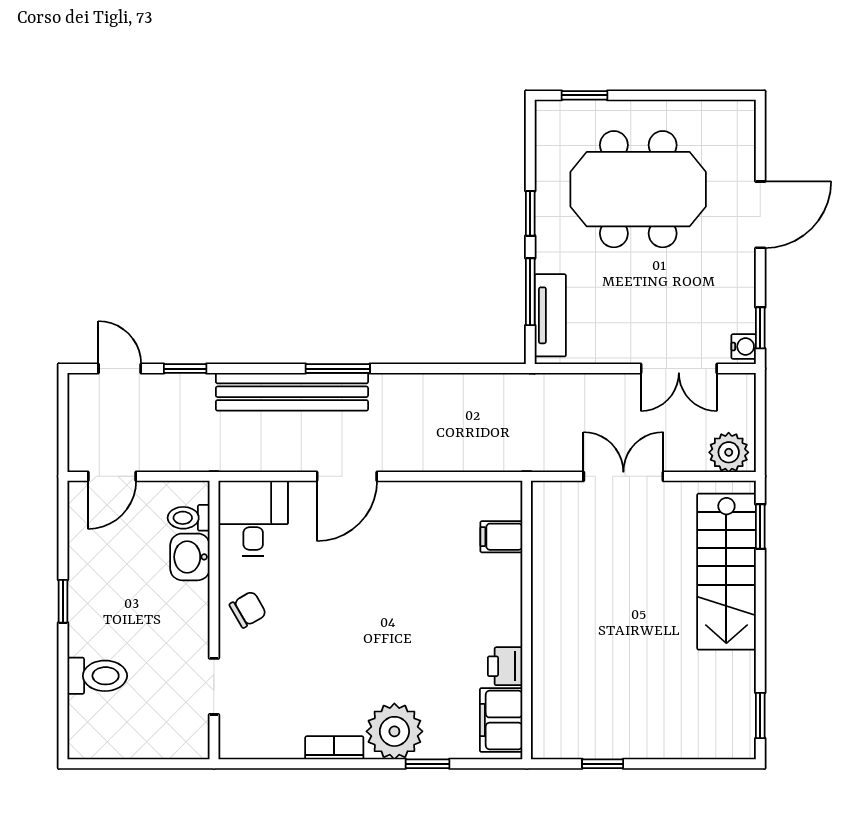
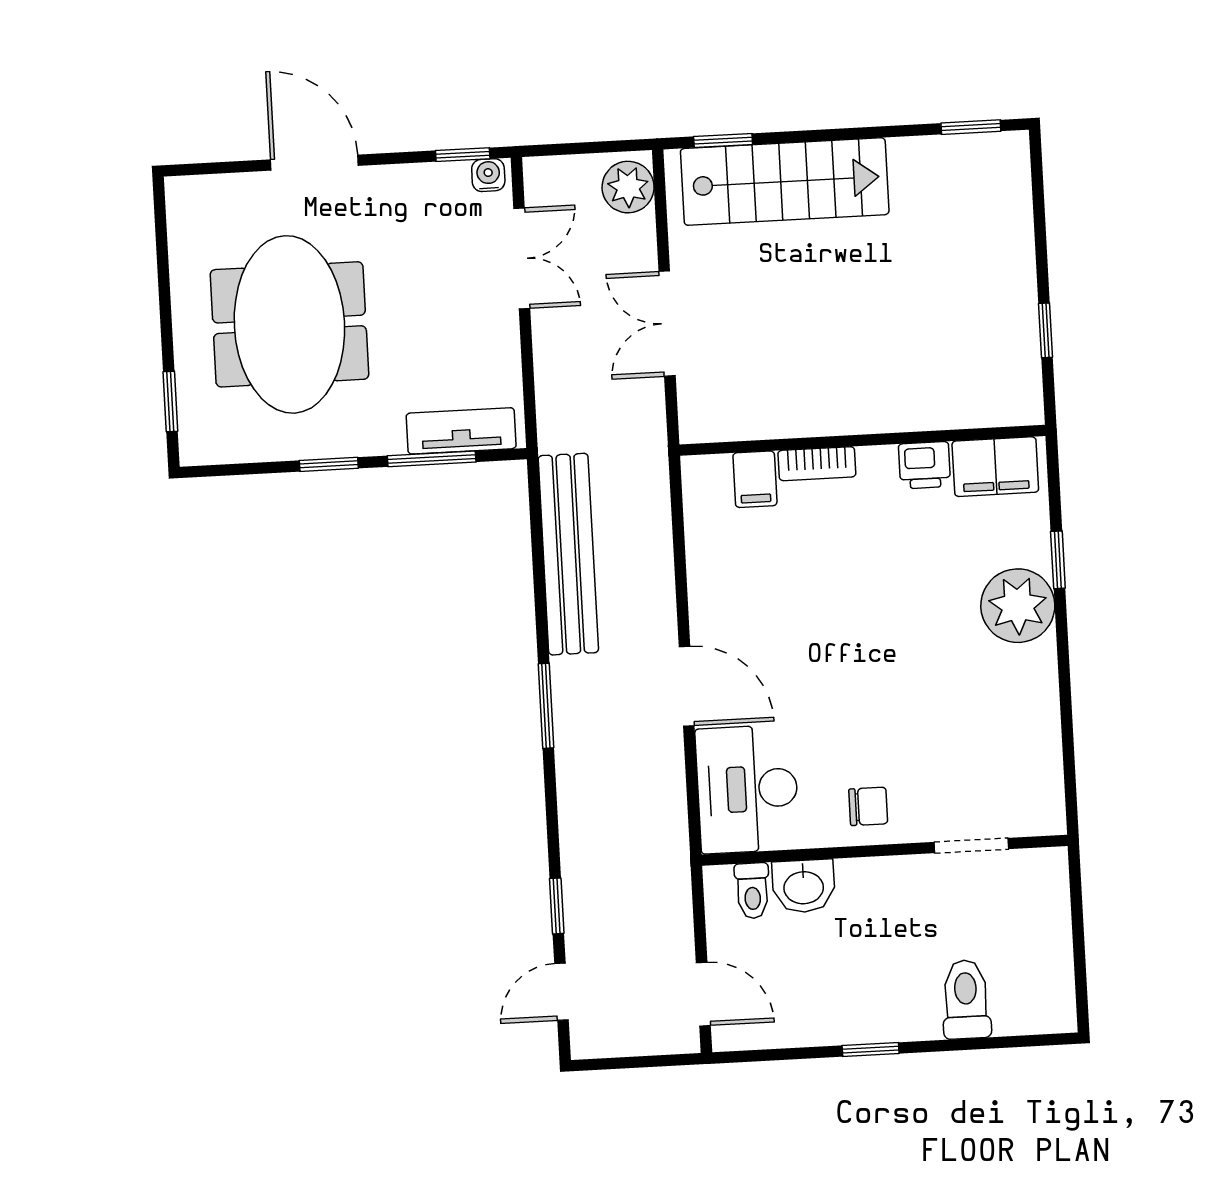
bench: (292, 392) -> (568, 554), moved
desk: (253, 518) -> (747, 789), width x1.37
chair: (248, 609) -> (868, 806), turned 120
bookcase: (334, 748) -> (817, 464), moved, turned -90

